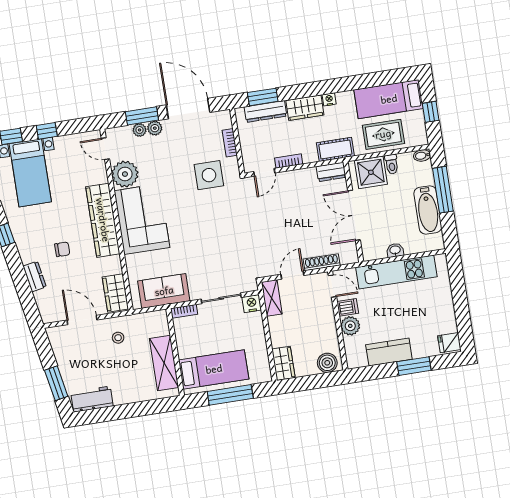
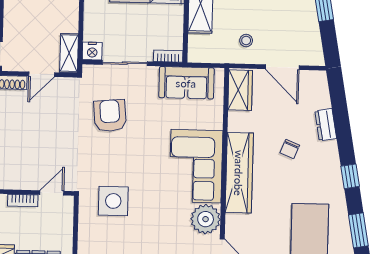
bookcase: (230, 143) -> (84, 232), removed
chair: (62, 249) -> (290, 149), turned -68
armchair: (226, 250) -> (110, 116), added

